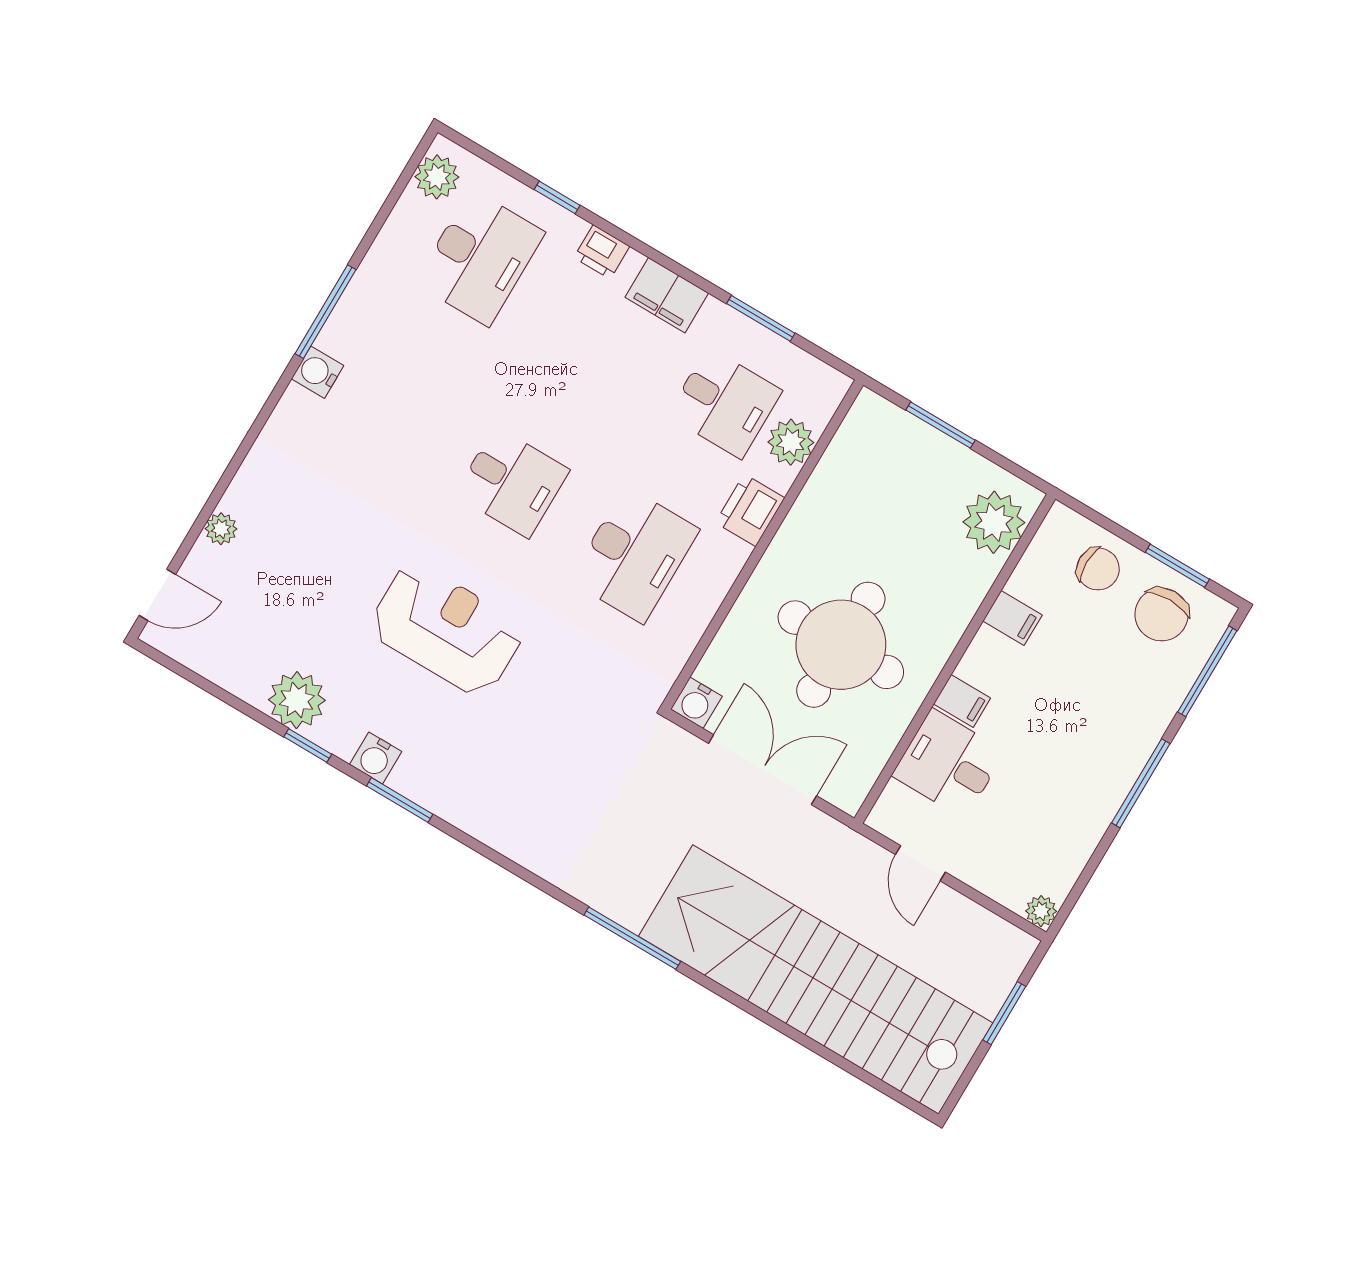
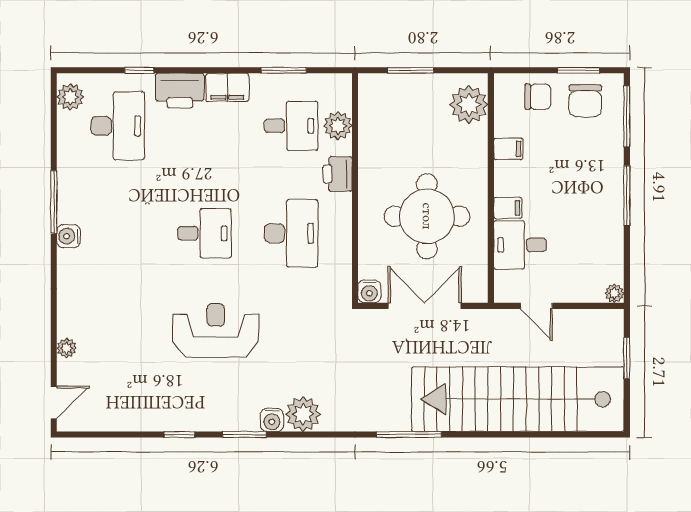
printer: (602, 252) -> (180, 91), width x1.87, depth x1.48
plant: (297, 700) -> (303, 414), moved
water cooler: (376, 758) -> (272, 420), moved

